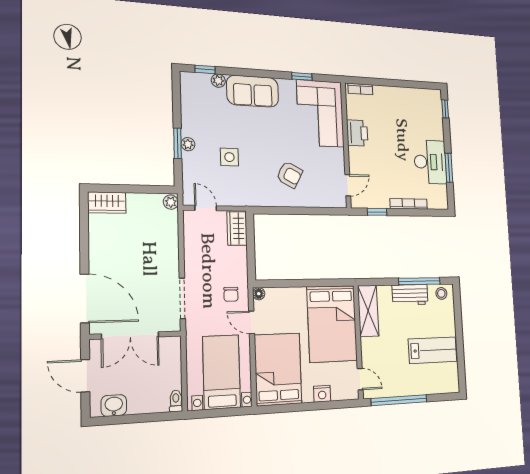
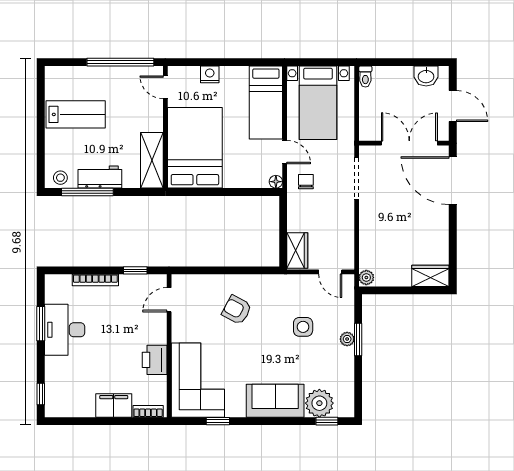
plant: (218, 81) -> (319, 403), width x1.88, depth x1.88
filing cabinet: (388, 96) -> (114, 405), added
lab bench: (433, 350) -> (76, 114), turned 180
bed: (278, 369) -> (266, 102), width x0.67

